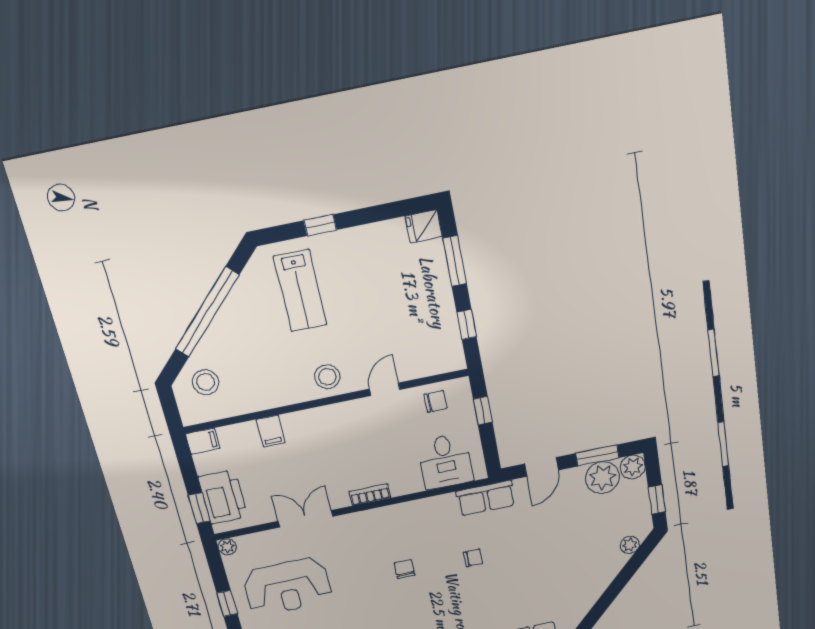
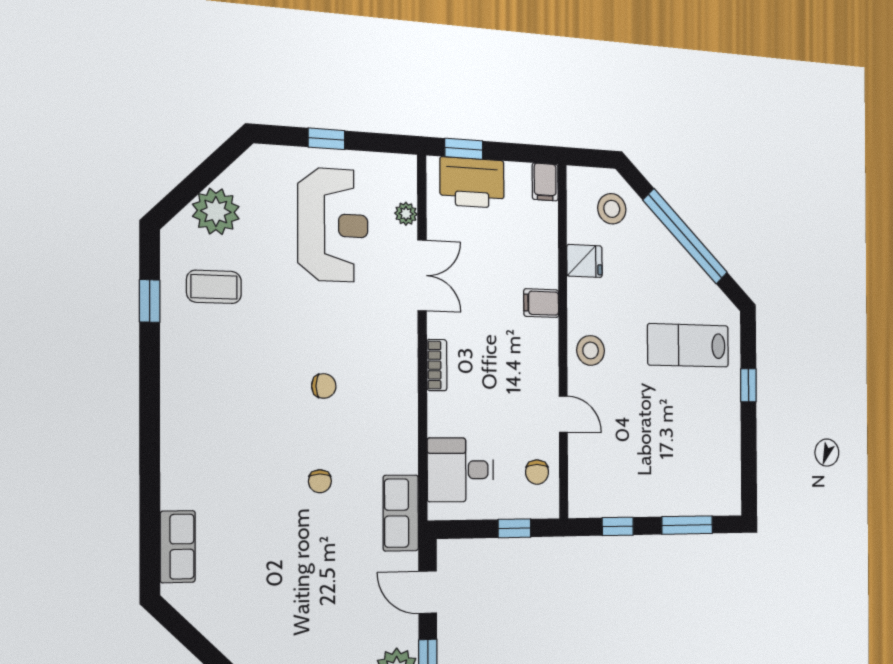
fridge: (424, 226) -> (584, 261), moved, turned 90
filing cabinet: (271, 431) -> (541, 303), moved
plant: (227, 547) -> (406, 214), moved
reception desk: (287, 587) -> (333, 225), turned 180

